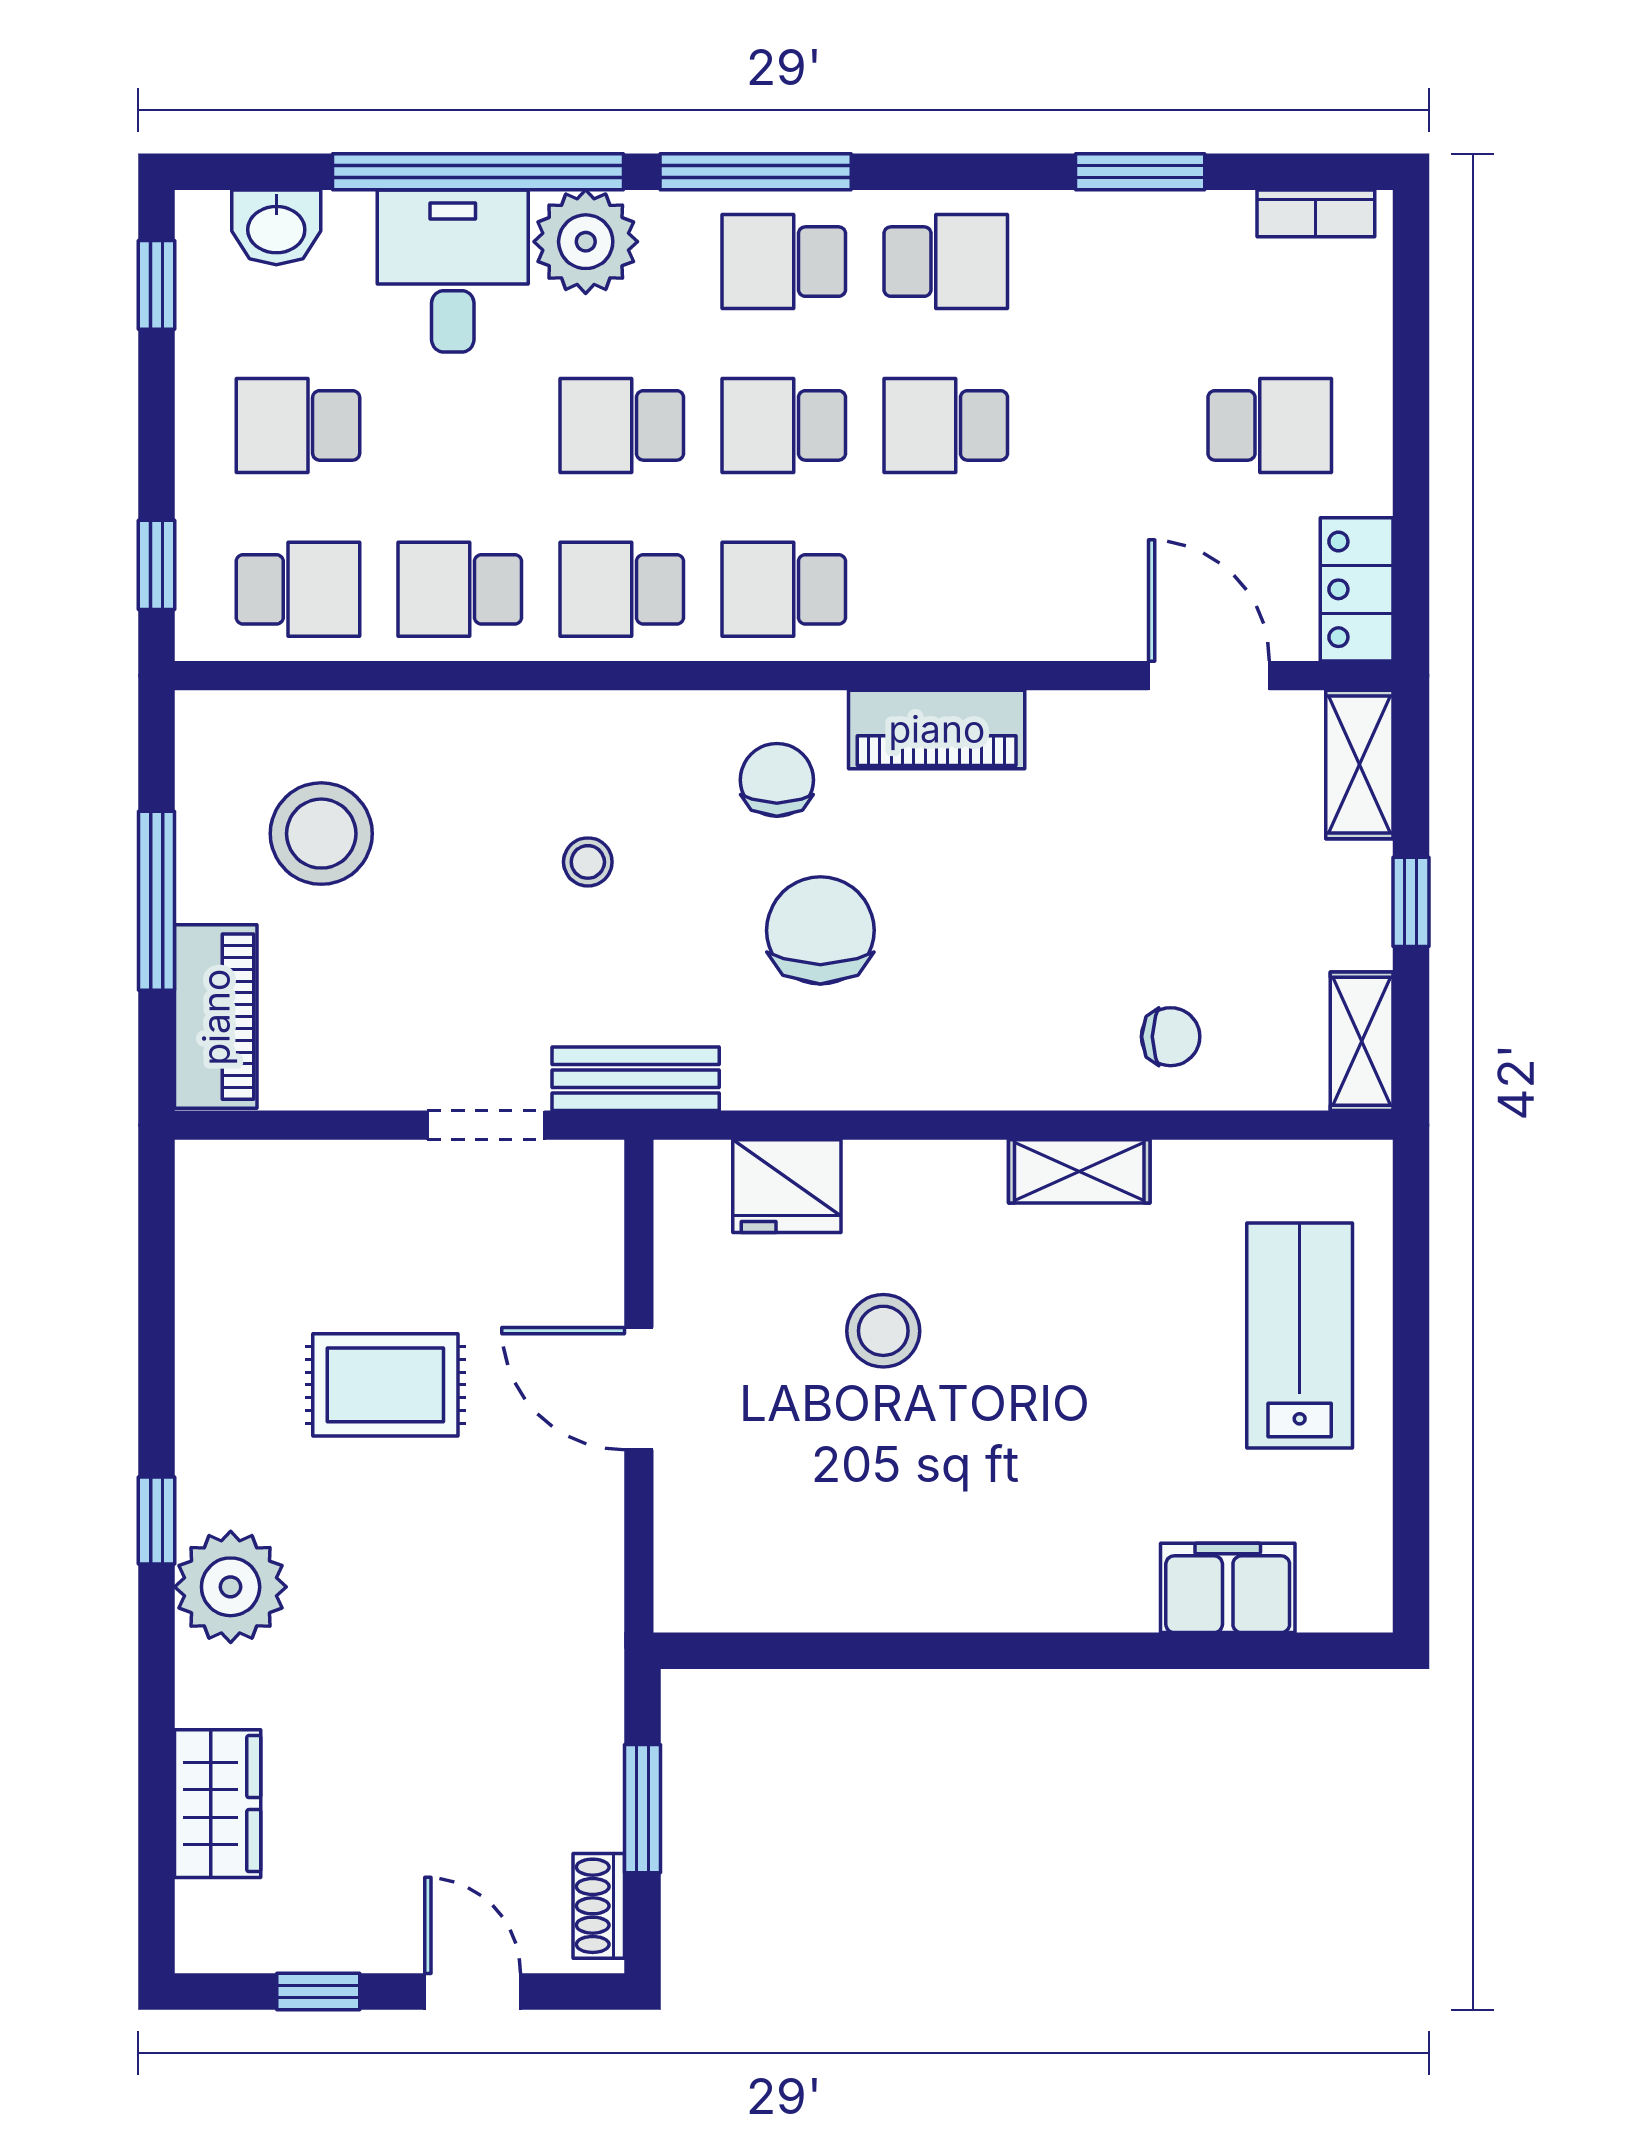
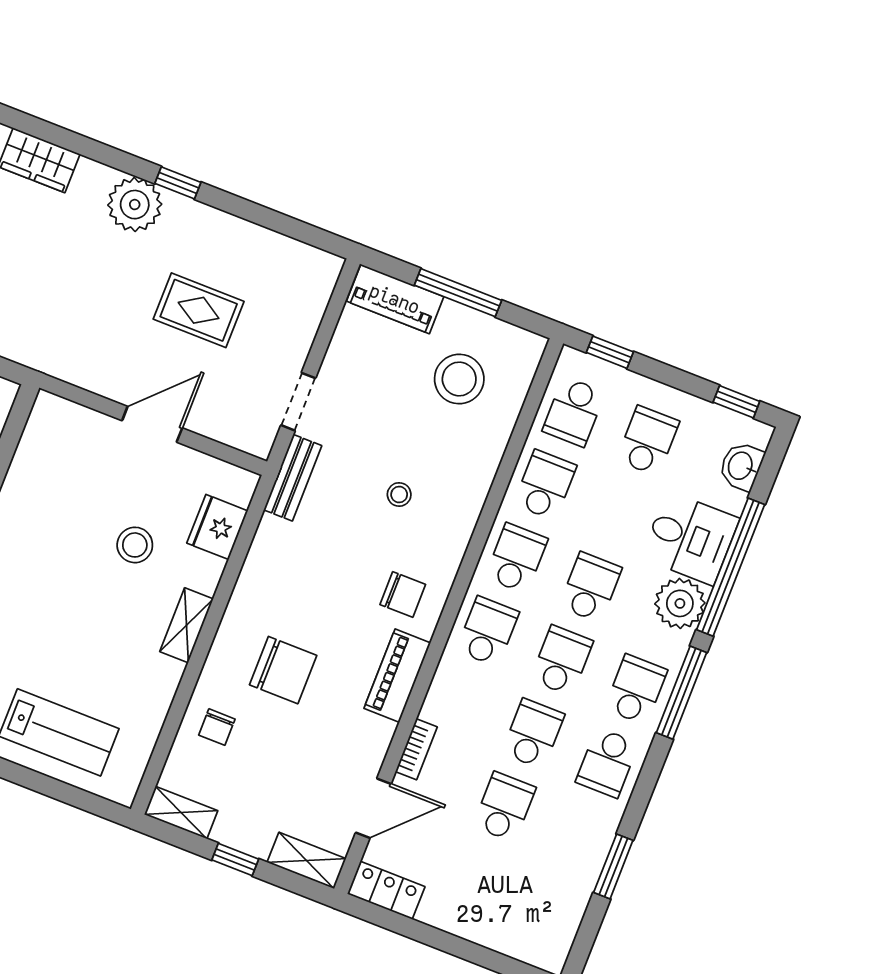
bookcase: (1316, 213) -> (416, 749), moved, turned 180
school desk: (1270, 425) -> (504, 807), moved, turned 180
chair: (820, 930) -> (283, 670), moved
shelving: (1079, 1171) -> (187, 625), moved
rug: (385, 1385) -> (199, 310), turned 90

